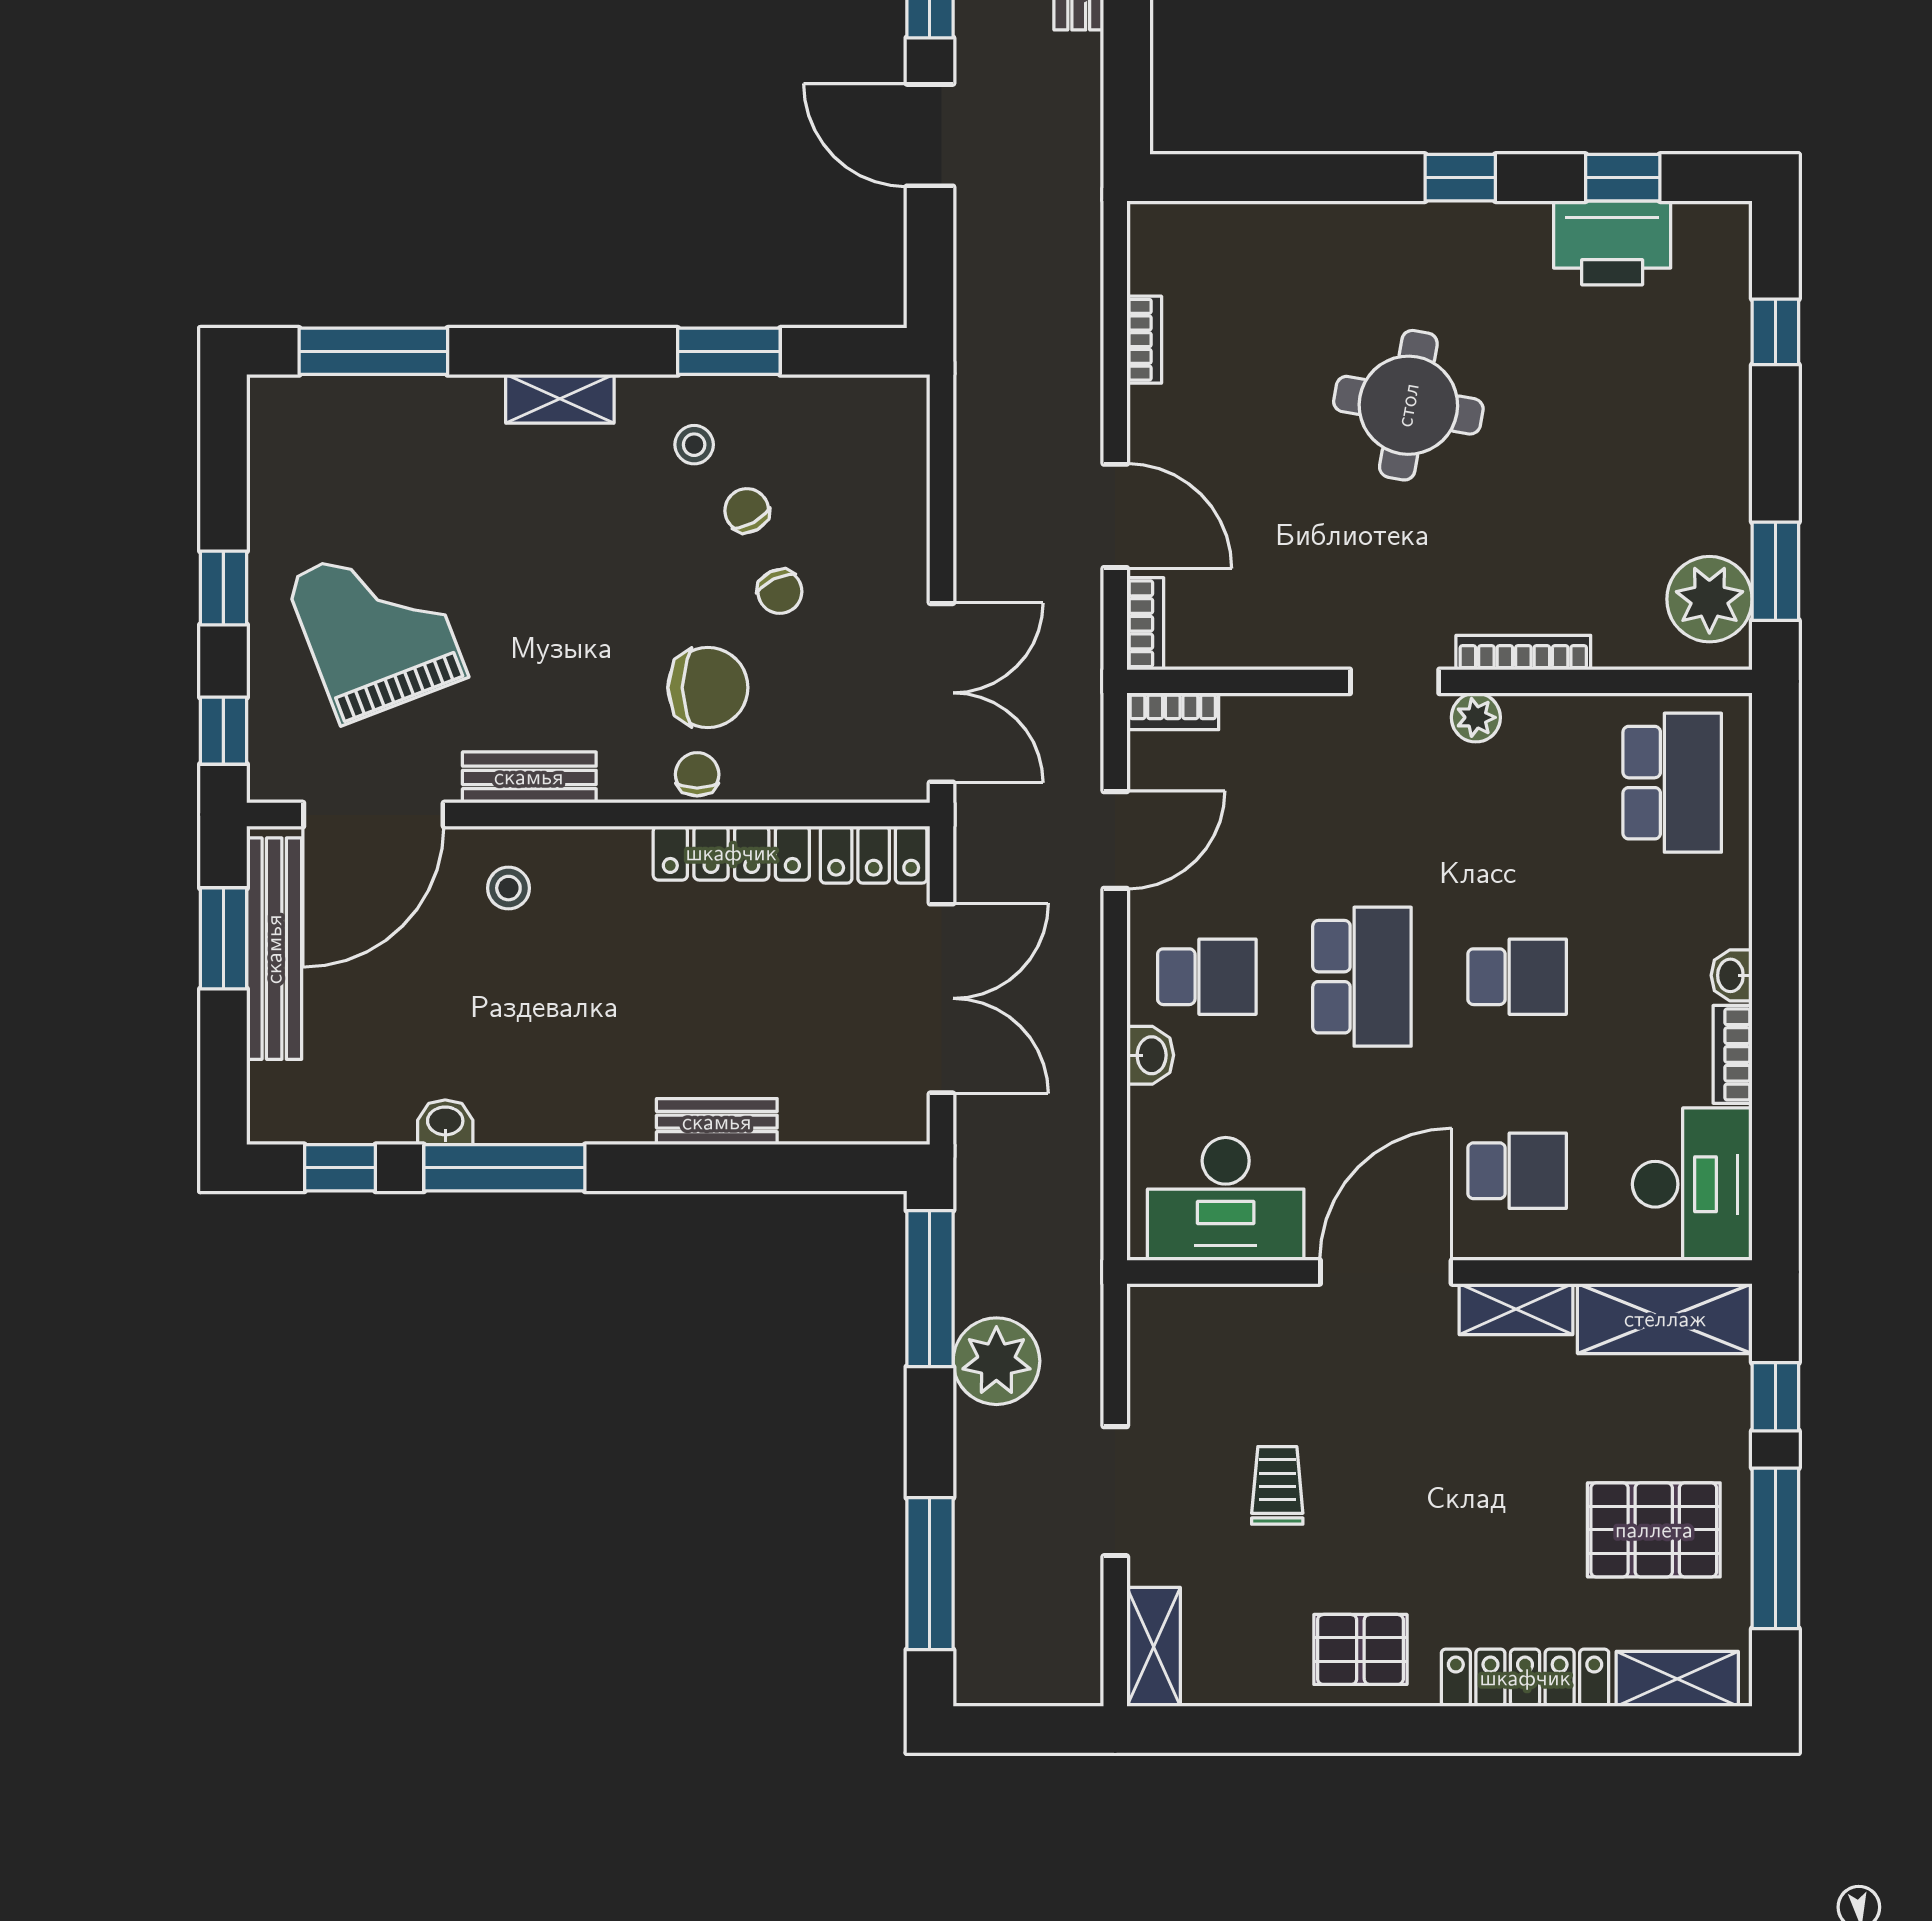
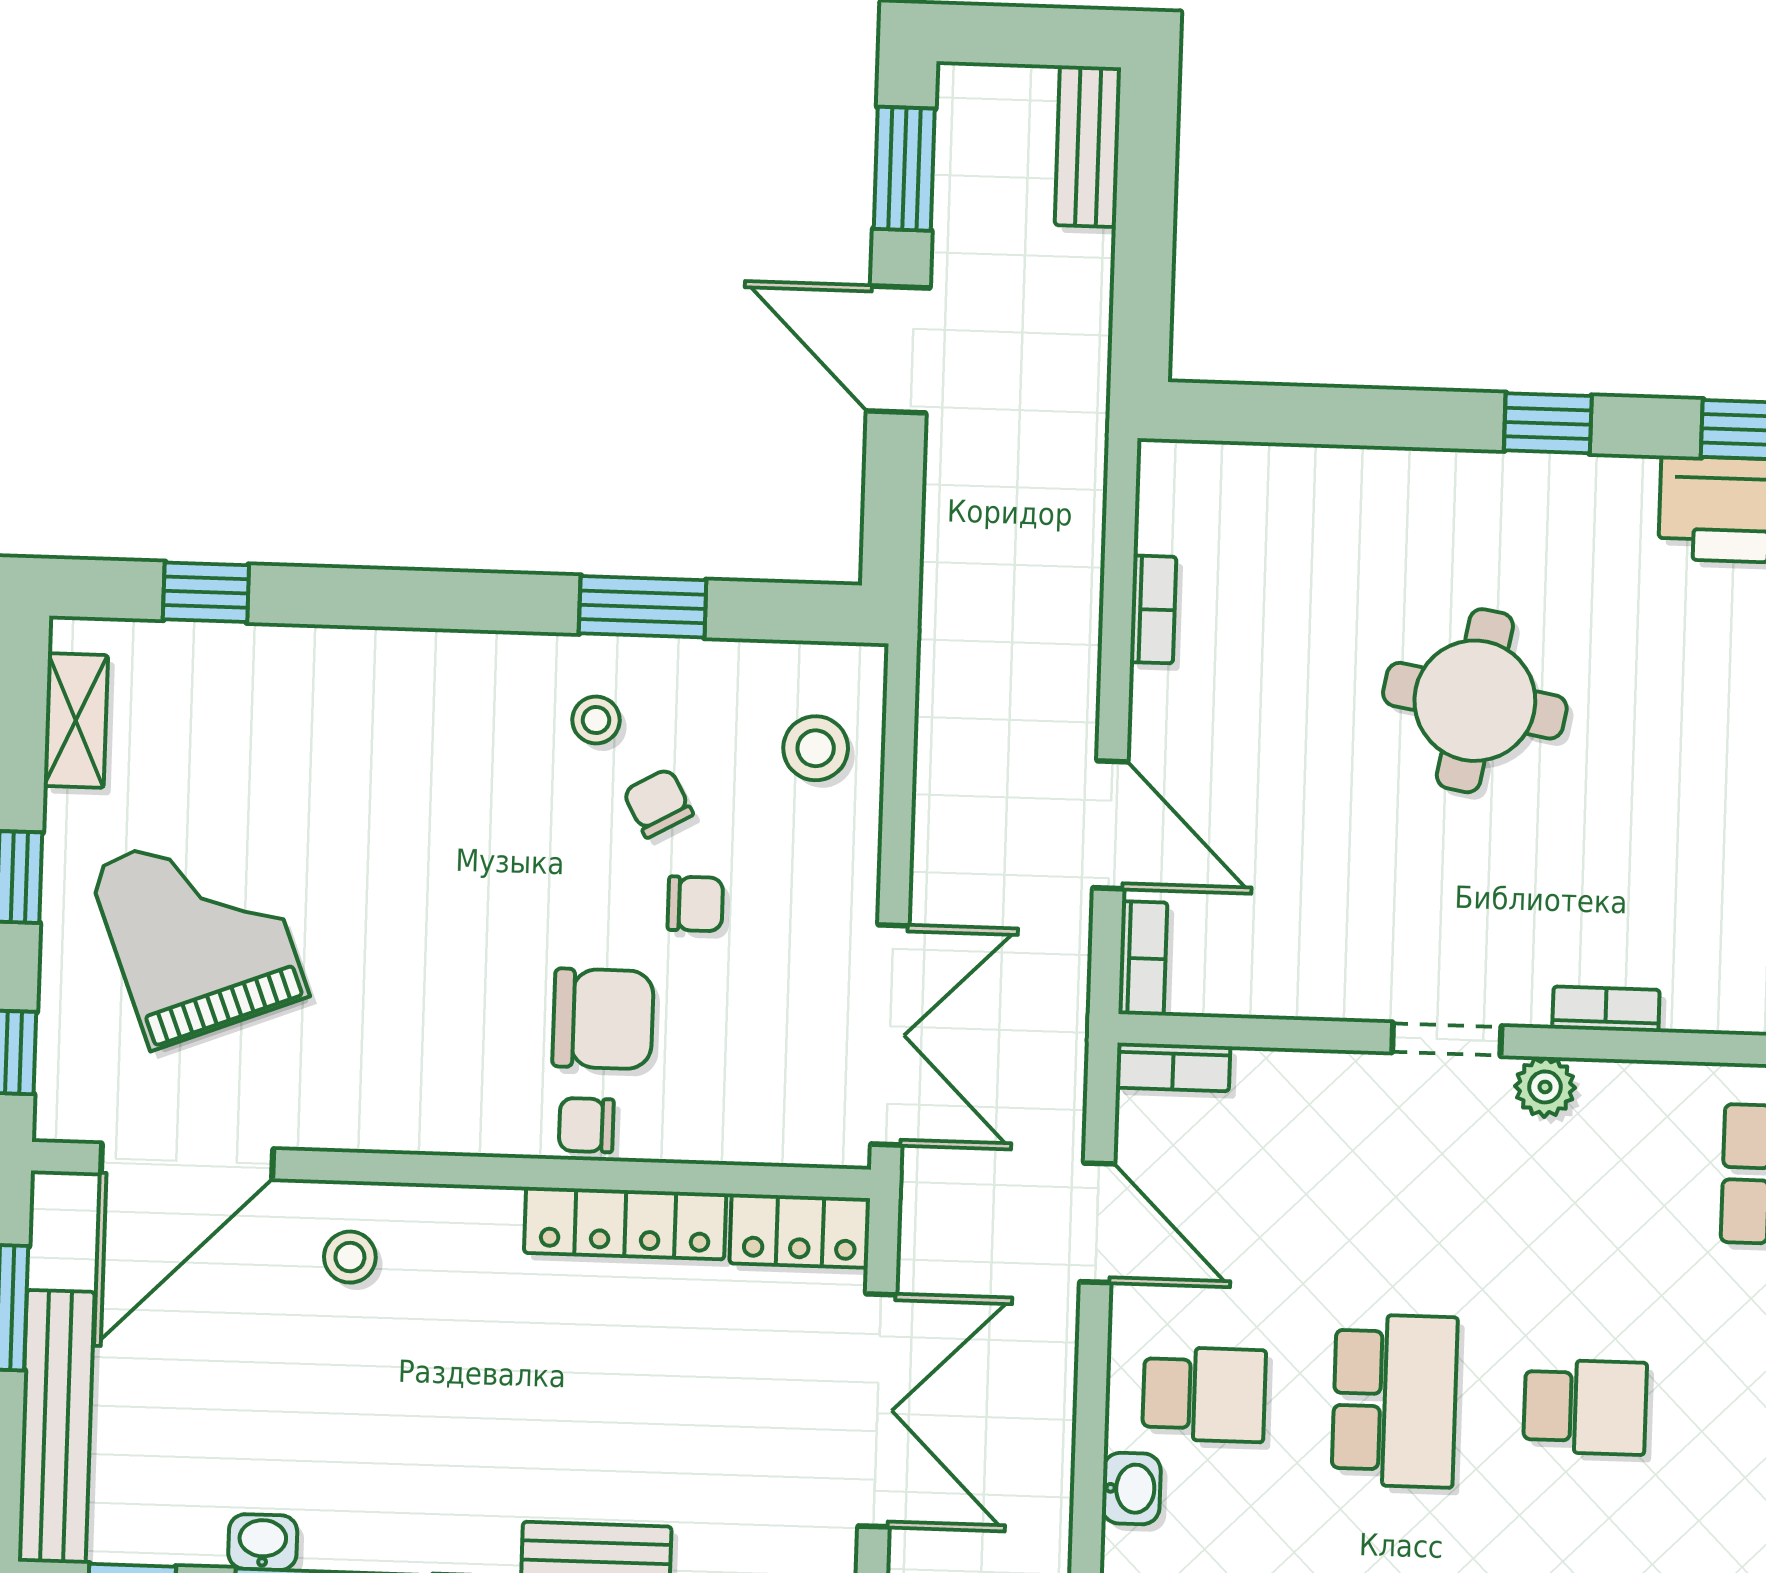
window: (373, 351) -> (206, 592), width x0.46
shelving: (560, 399) -> (76, 721), moved, turned 90
stool: (873, 462) -> (816, 748), added
chair: (780, 592) -> (695, 904), turned -64
bookcase: (1523, 653) -> (1606, 1009), width x0.64
chair: (697, 774) -> (586, 1125), turned -90
bench: (529, 777) -> (380, 1122), removed
door: (1115, 840) -> (1097, 1223), hinge flipped
bench: (274, 949) -> (56, 1427), moved

